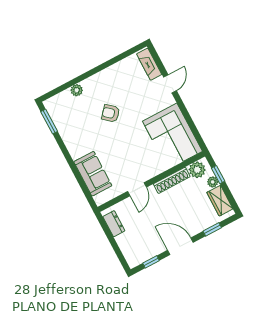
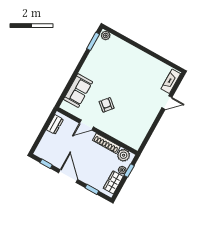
plant: (77, 90) -> (106, 36), moved
armchair: (111, 113) -> (107, 105), moved
corner sofa: (172, 136) -> (135, 126), removed

